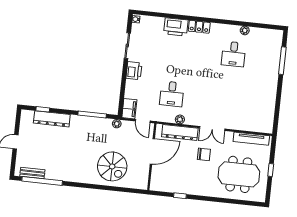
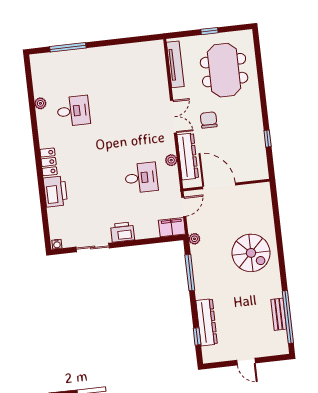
spiral stairs: (112, 166) -> (251, 253), moved, turned 90
bench: (32, 173) -> (279, 314), moved

